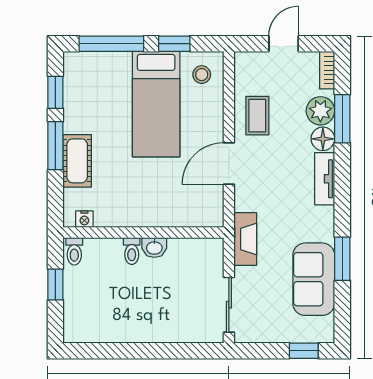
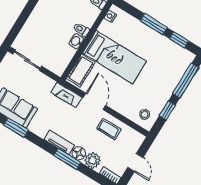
bed: (156, 104) -> (114, 57), moved, turned 180
window: (342, 119) -> (67, 159), moved
cot: (77, 161) -> (81, 71), moved, turned 90
fireplace: (245, 239) -> (67, 95), moved

